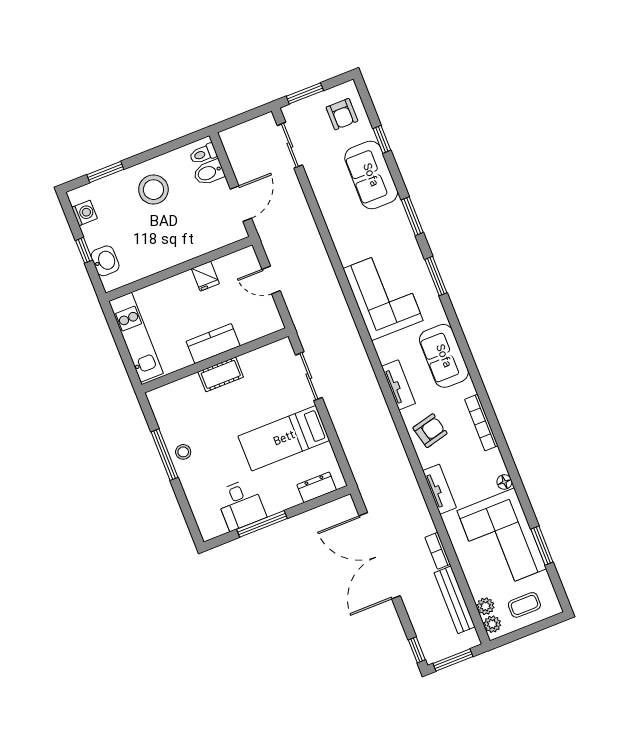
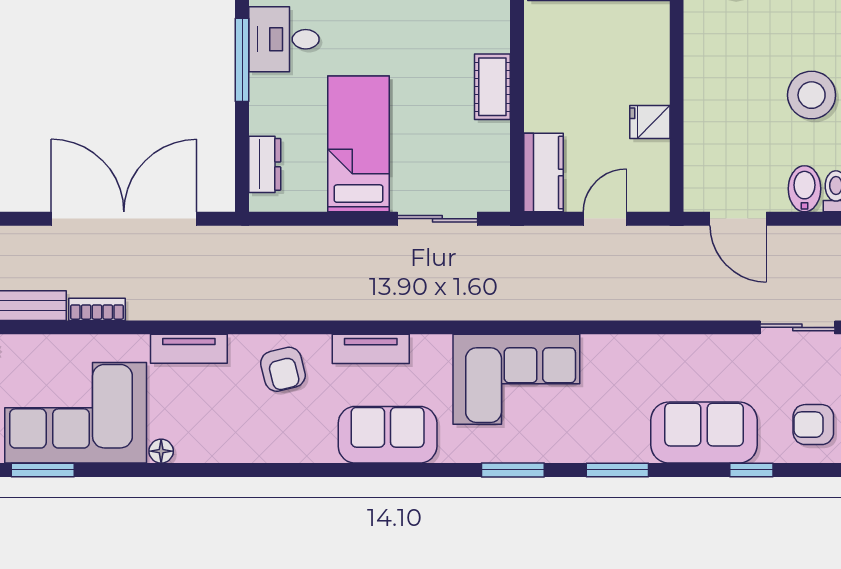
kitchen counter: (213, 344) -> (544, 173), moved
bookcase: (481, 423) -> (265, 452), removed

